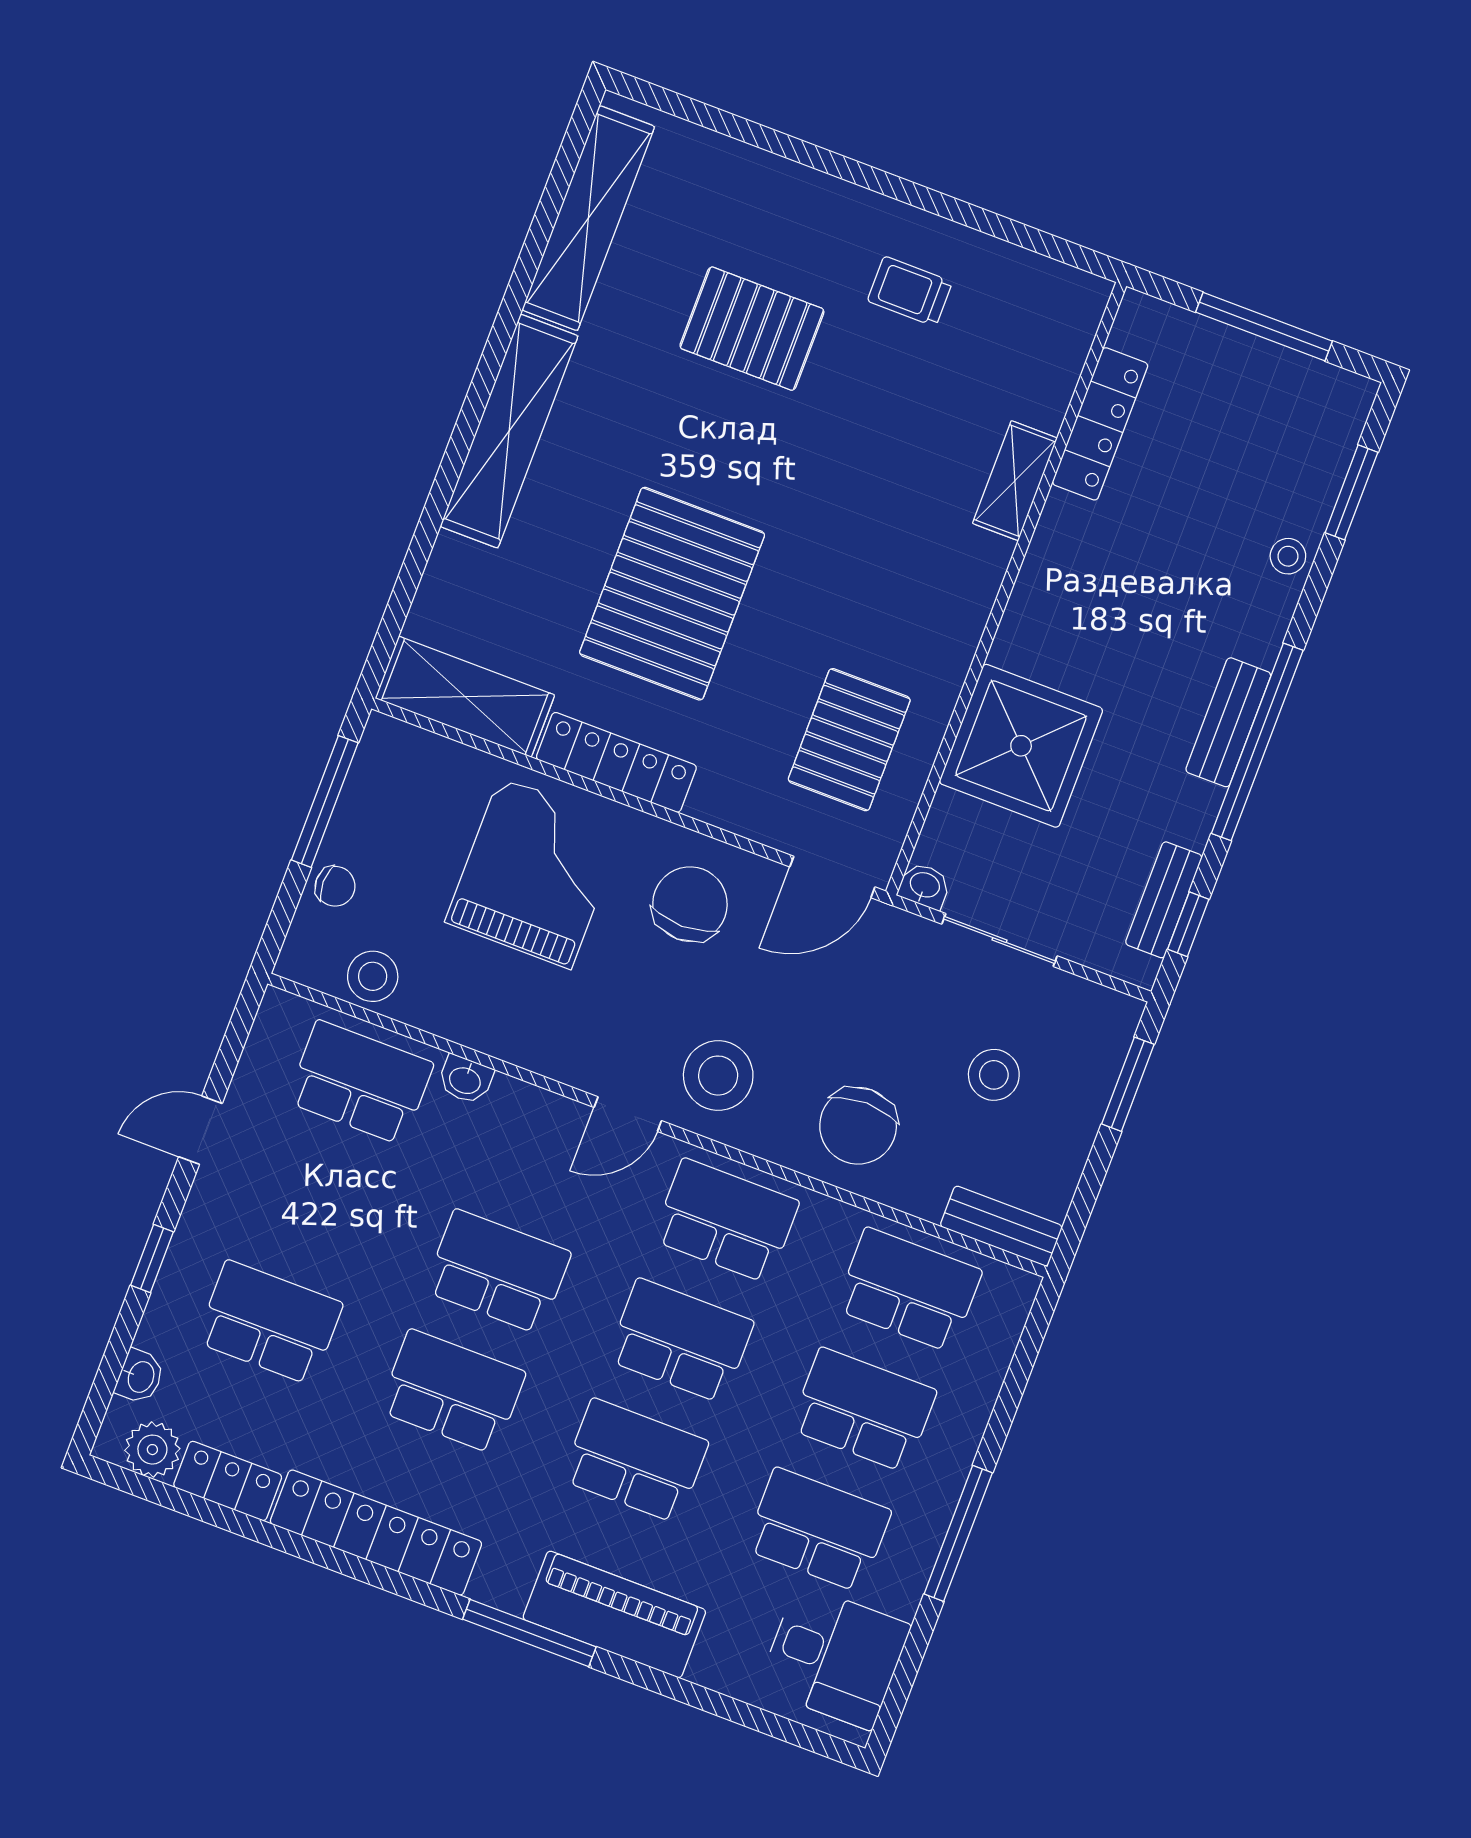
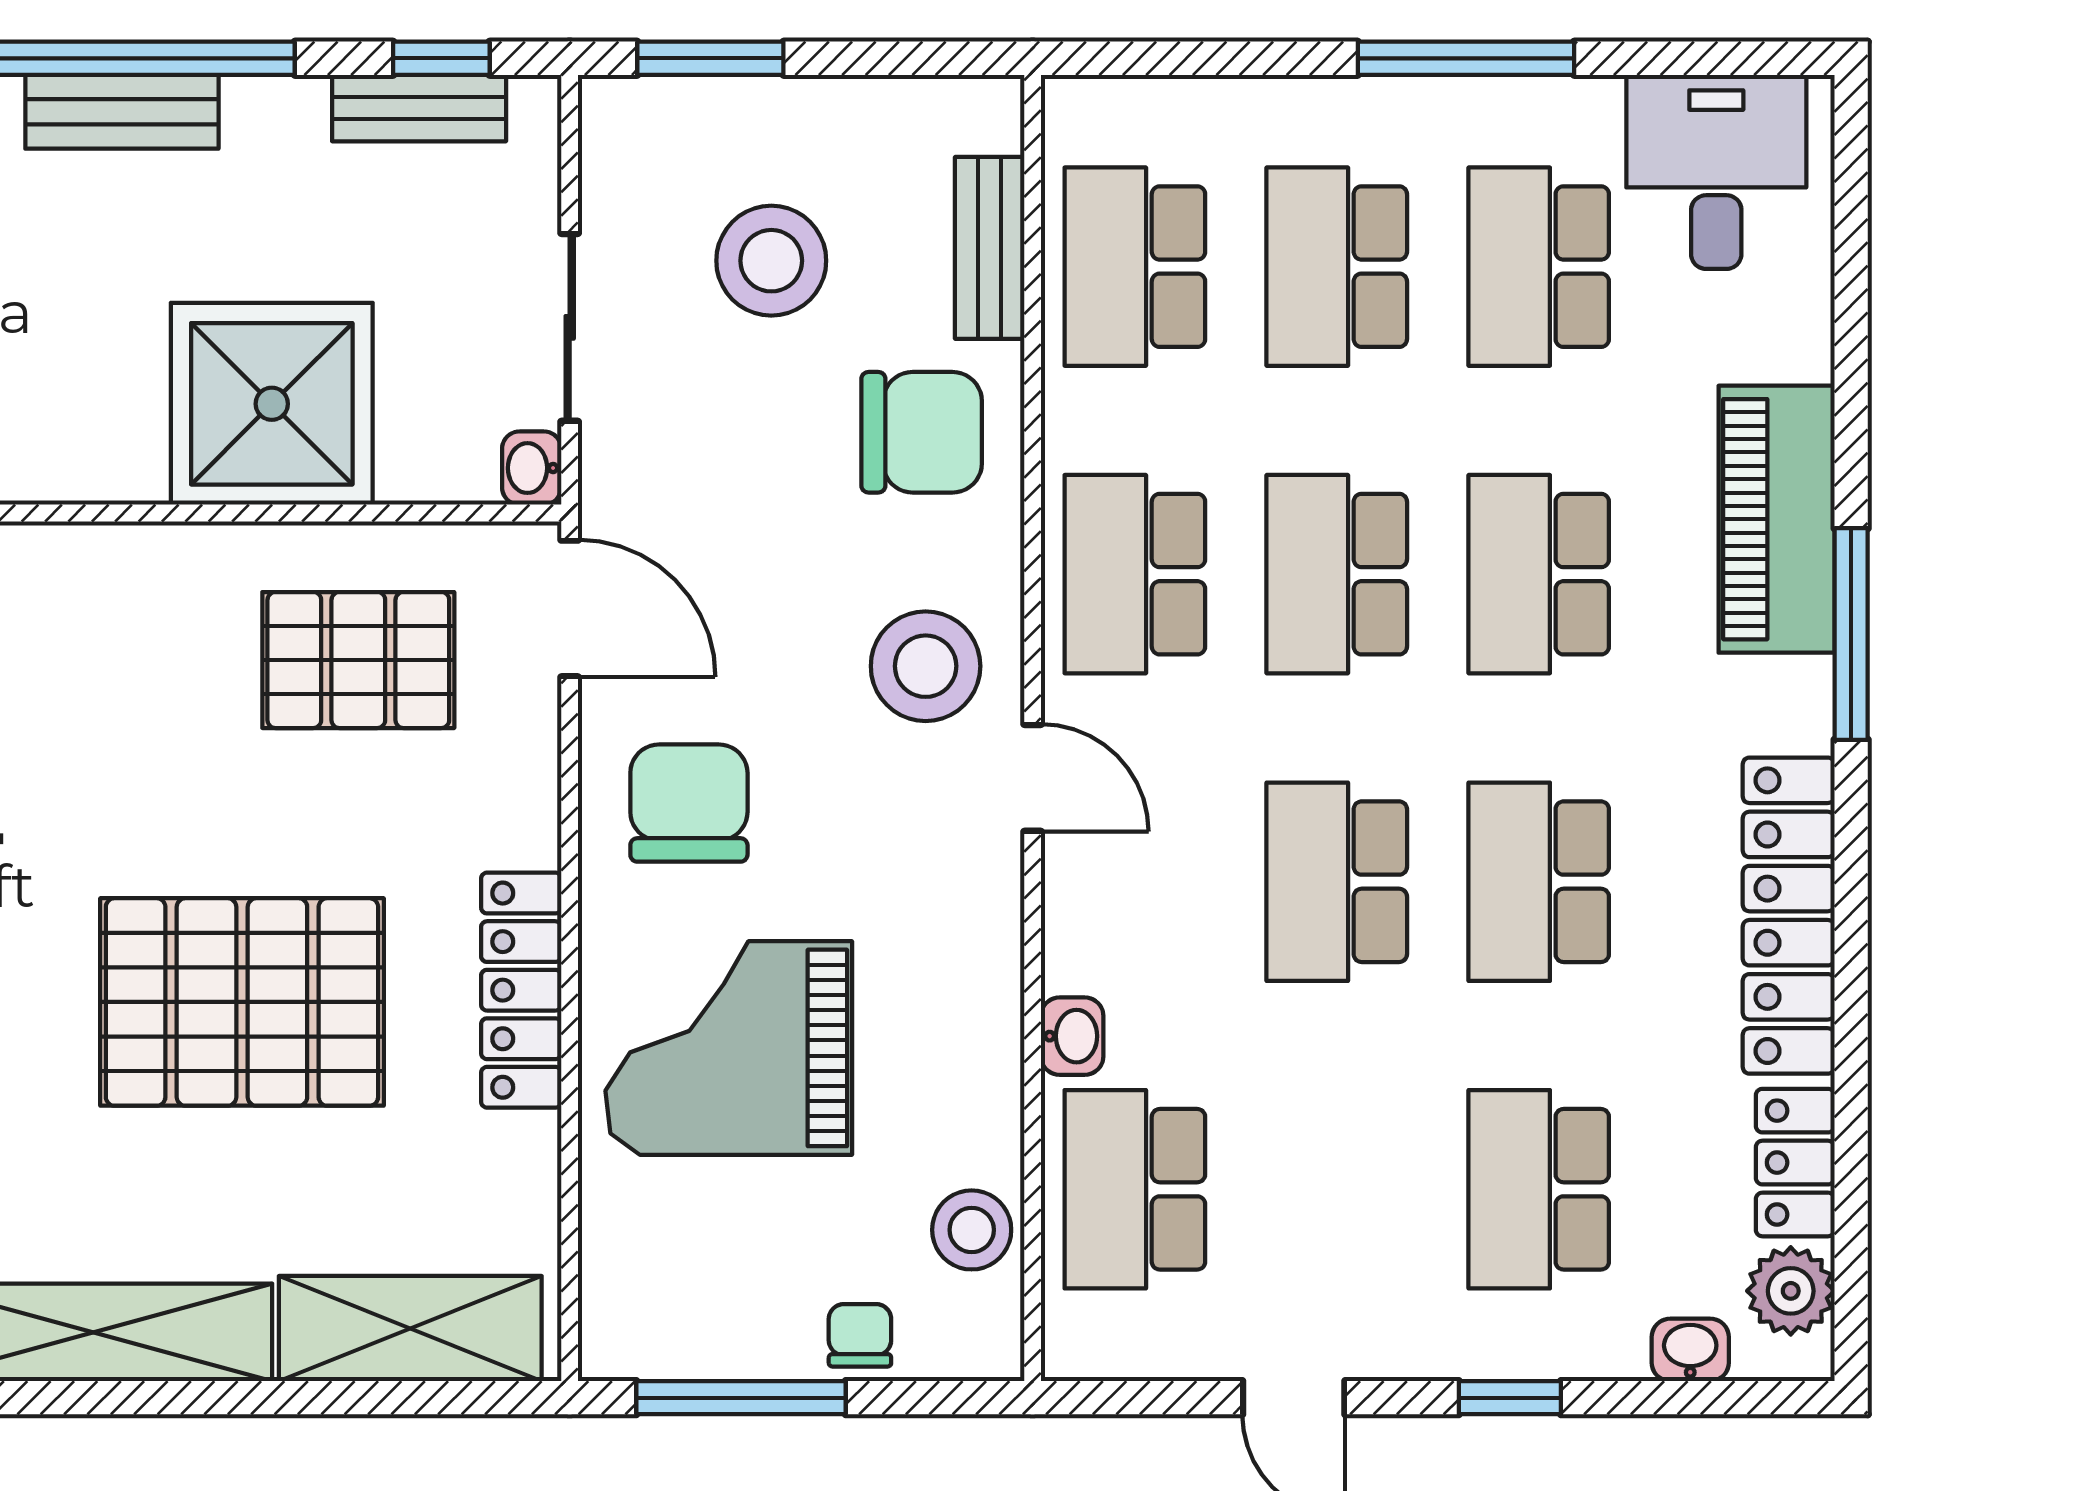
shelving: (465, 697) -> (410, 1328), moved, turned 90
chair: (690, 904) -> (689, 803), turned 90
stool: (994, 1075) -> (771, 261), width x1.38, depth x1.38
bench: (1001, 1226) -> (990, 248), moved

